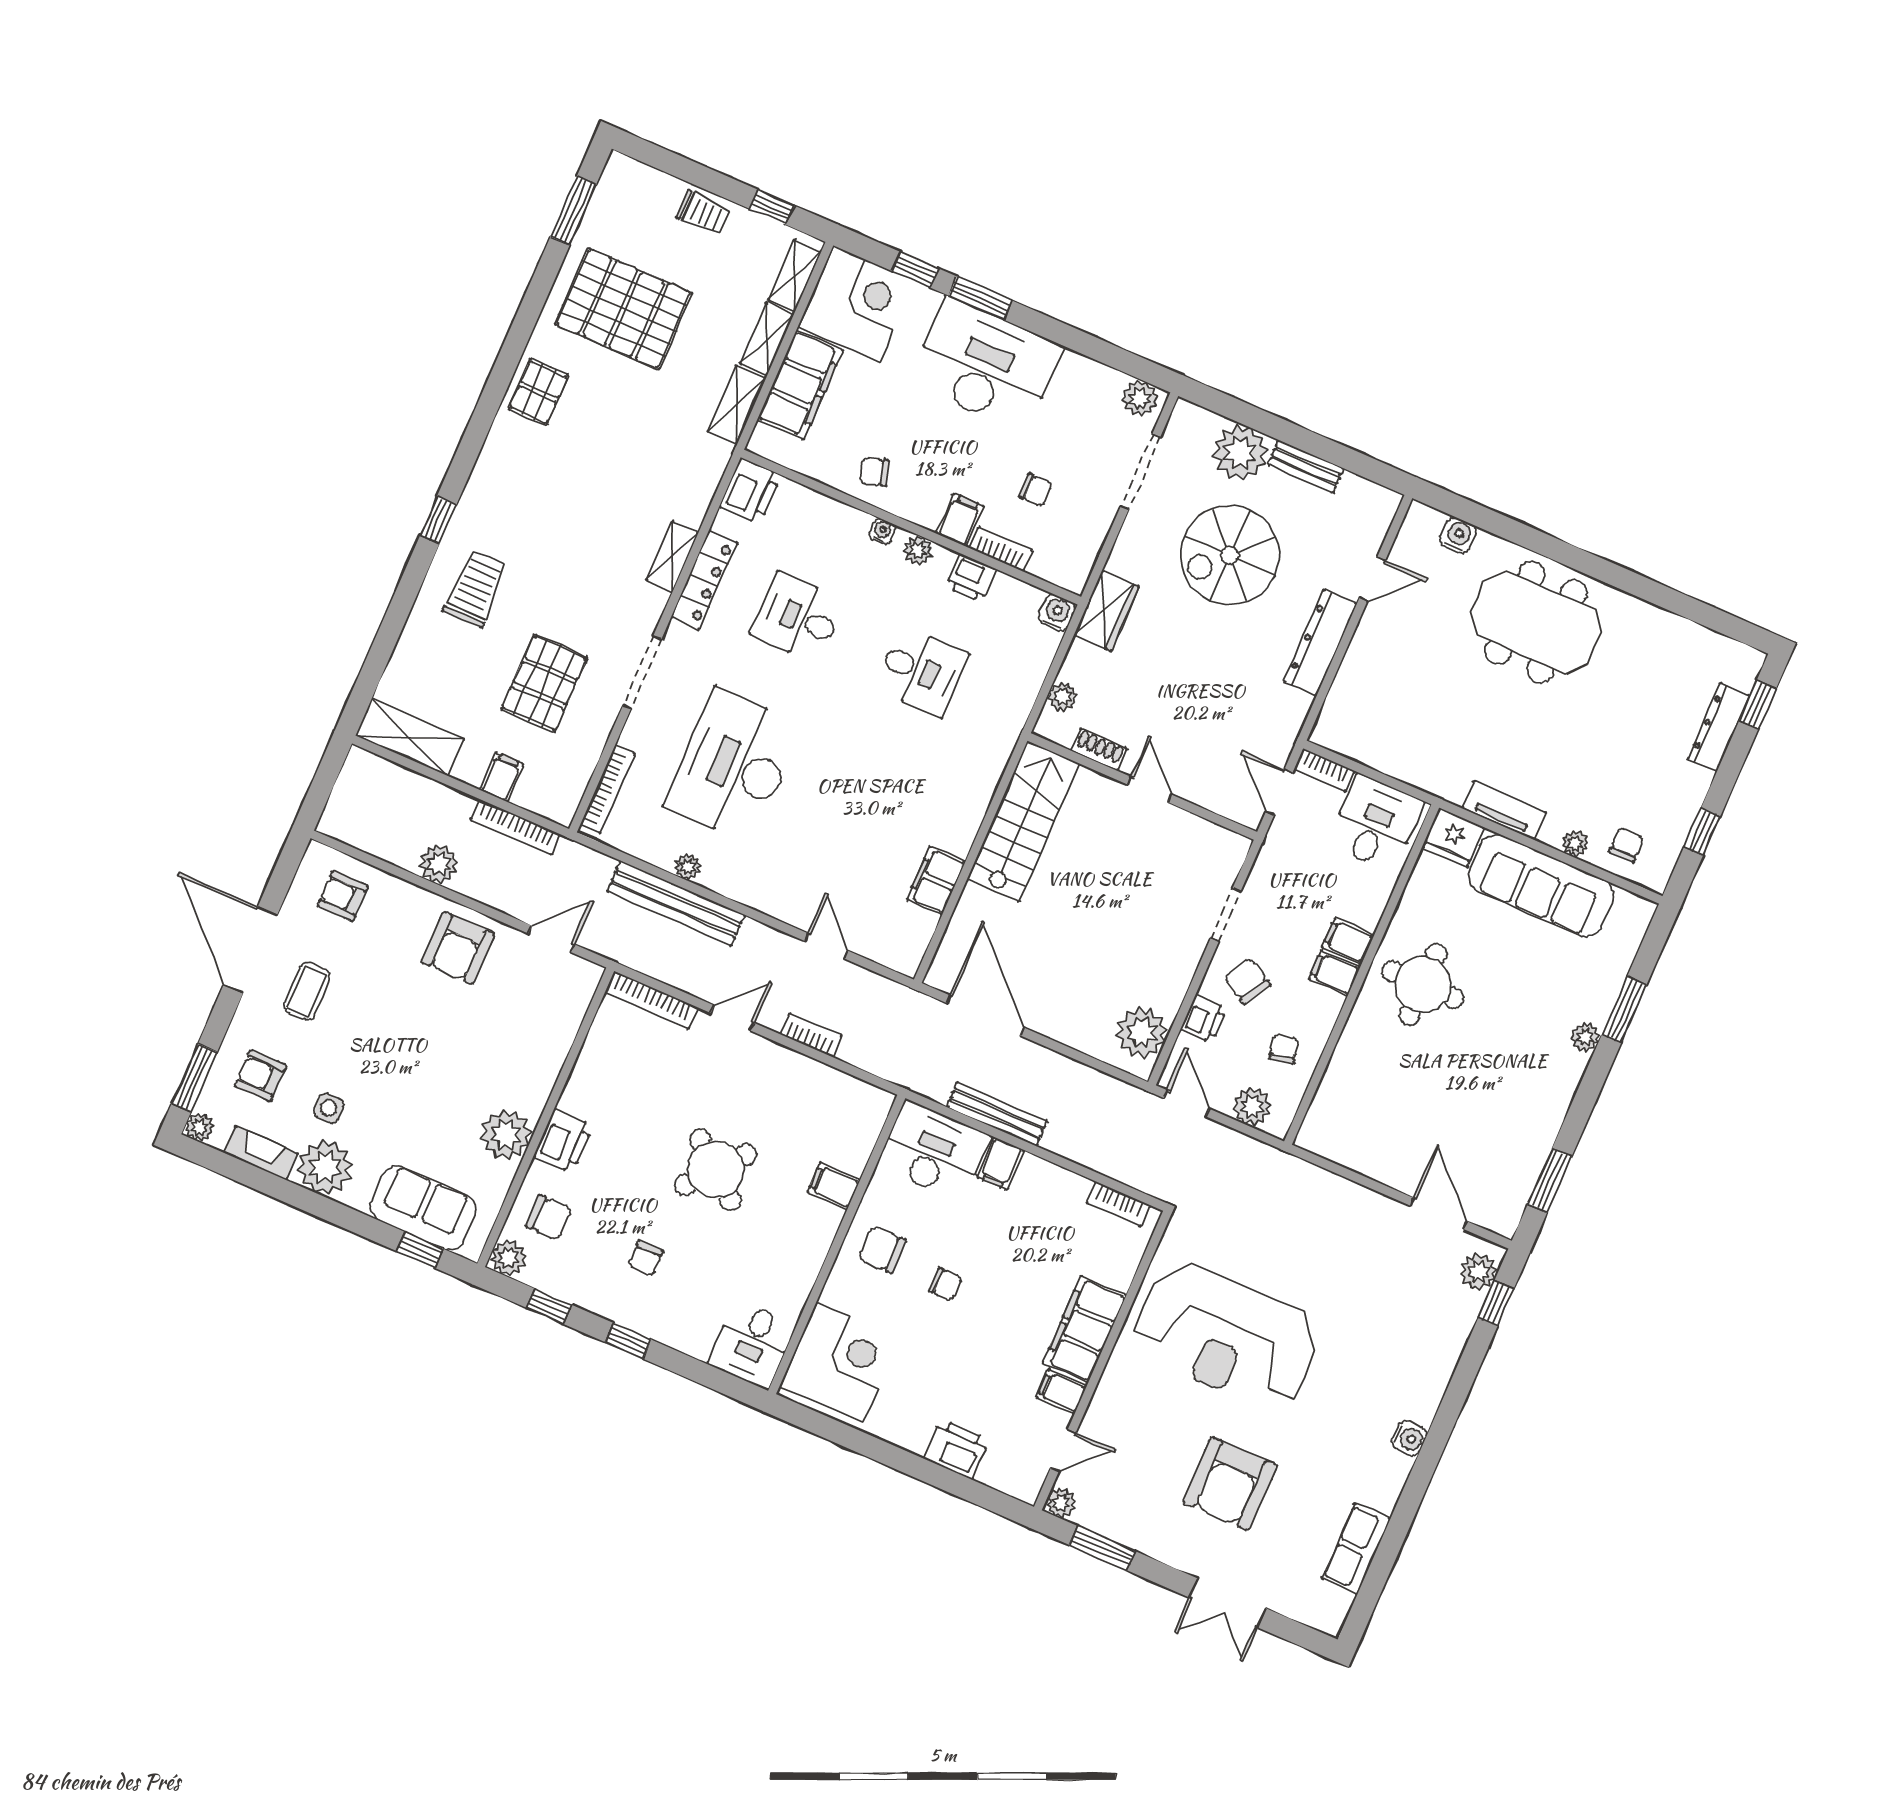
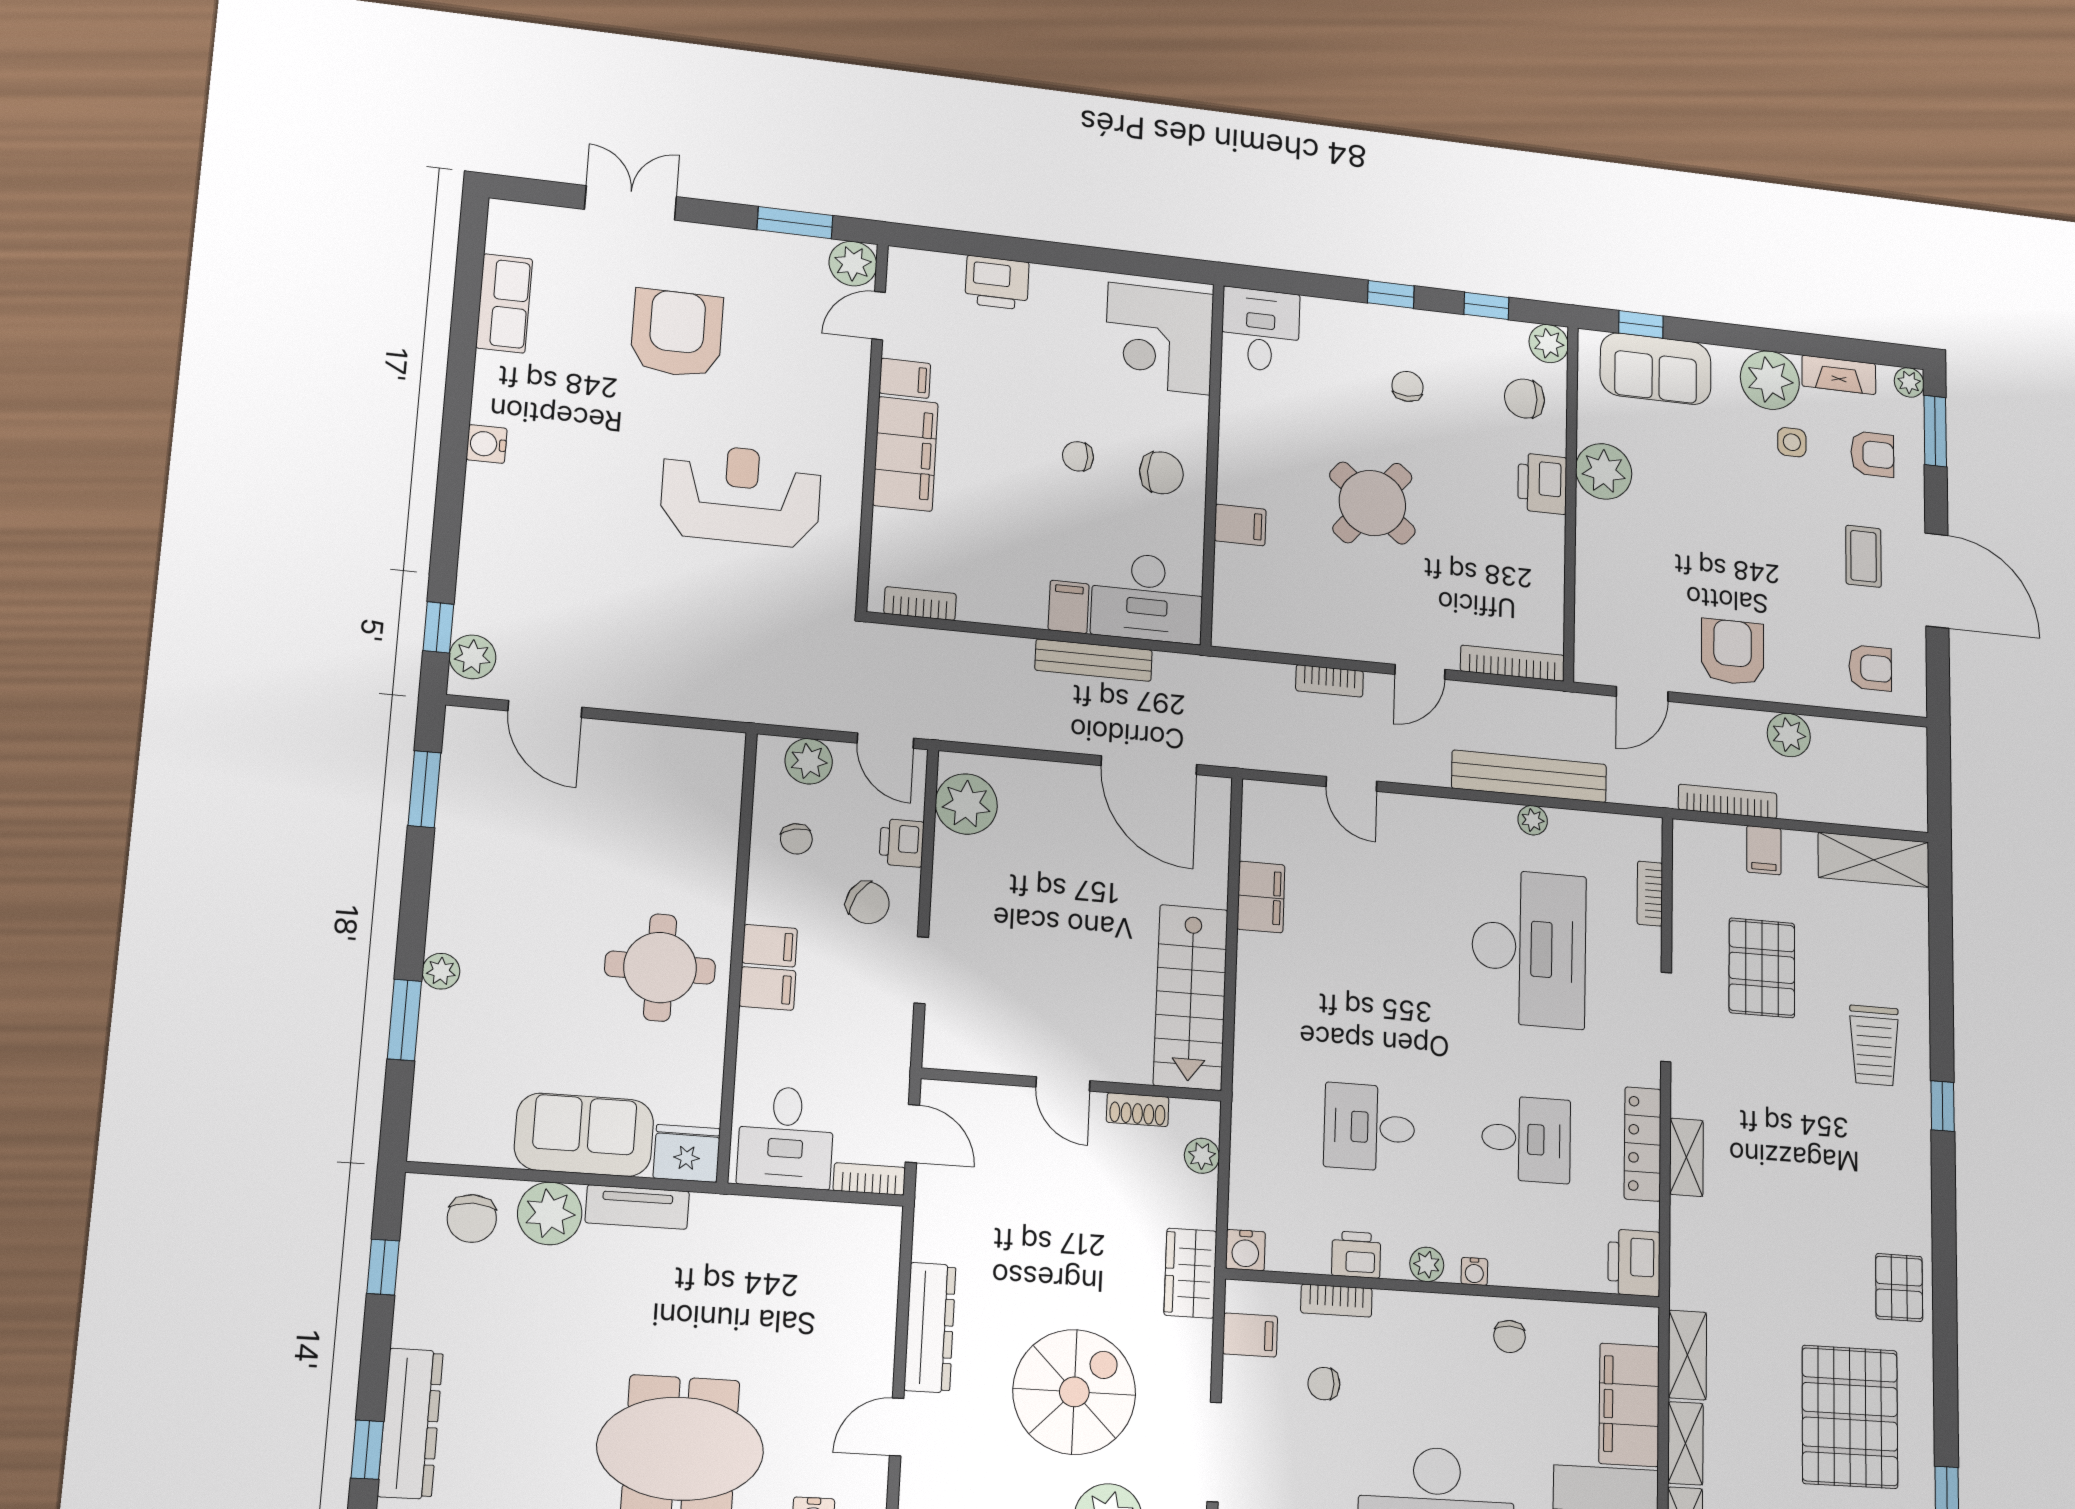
pallet: (623, 309) -> (1850, 1417), turned 90
chair: (875, 472) -> (1510, 1336), turned 107
filing cabinet: (960, 520) -> (1250, 1335), moved, turned -90
dresser: (1719, 727) -> (410, 1424), width x1.37, depth x1.24
bookcase: (608, 789) -> (1650, 894), width x0.64
plant: (1575, 844) -> (550, 1213), width x1.87, depth x1.87
chair: (1627, 845) -> (472, 1218), width x1.37, depth x1.37
sofa: (1541, 886) -> (584, 1135), width x0.73
reception desk: (1227, 1336) -> (741, 495), width x0.74, depth x0.77
plant: (1061, 1503) -> (853, 264), width x1.38, depth x1.38

